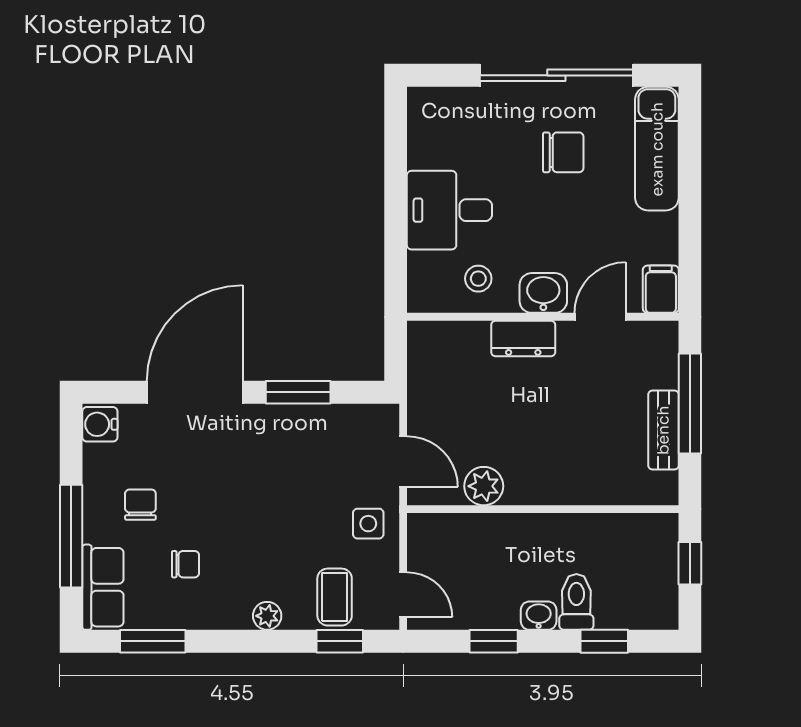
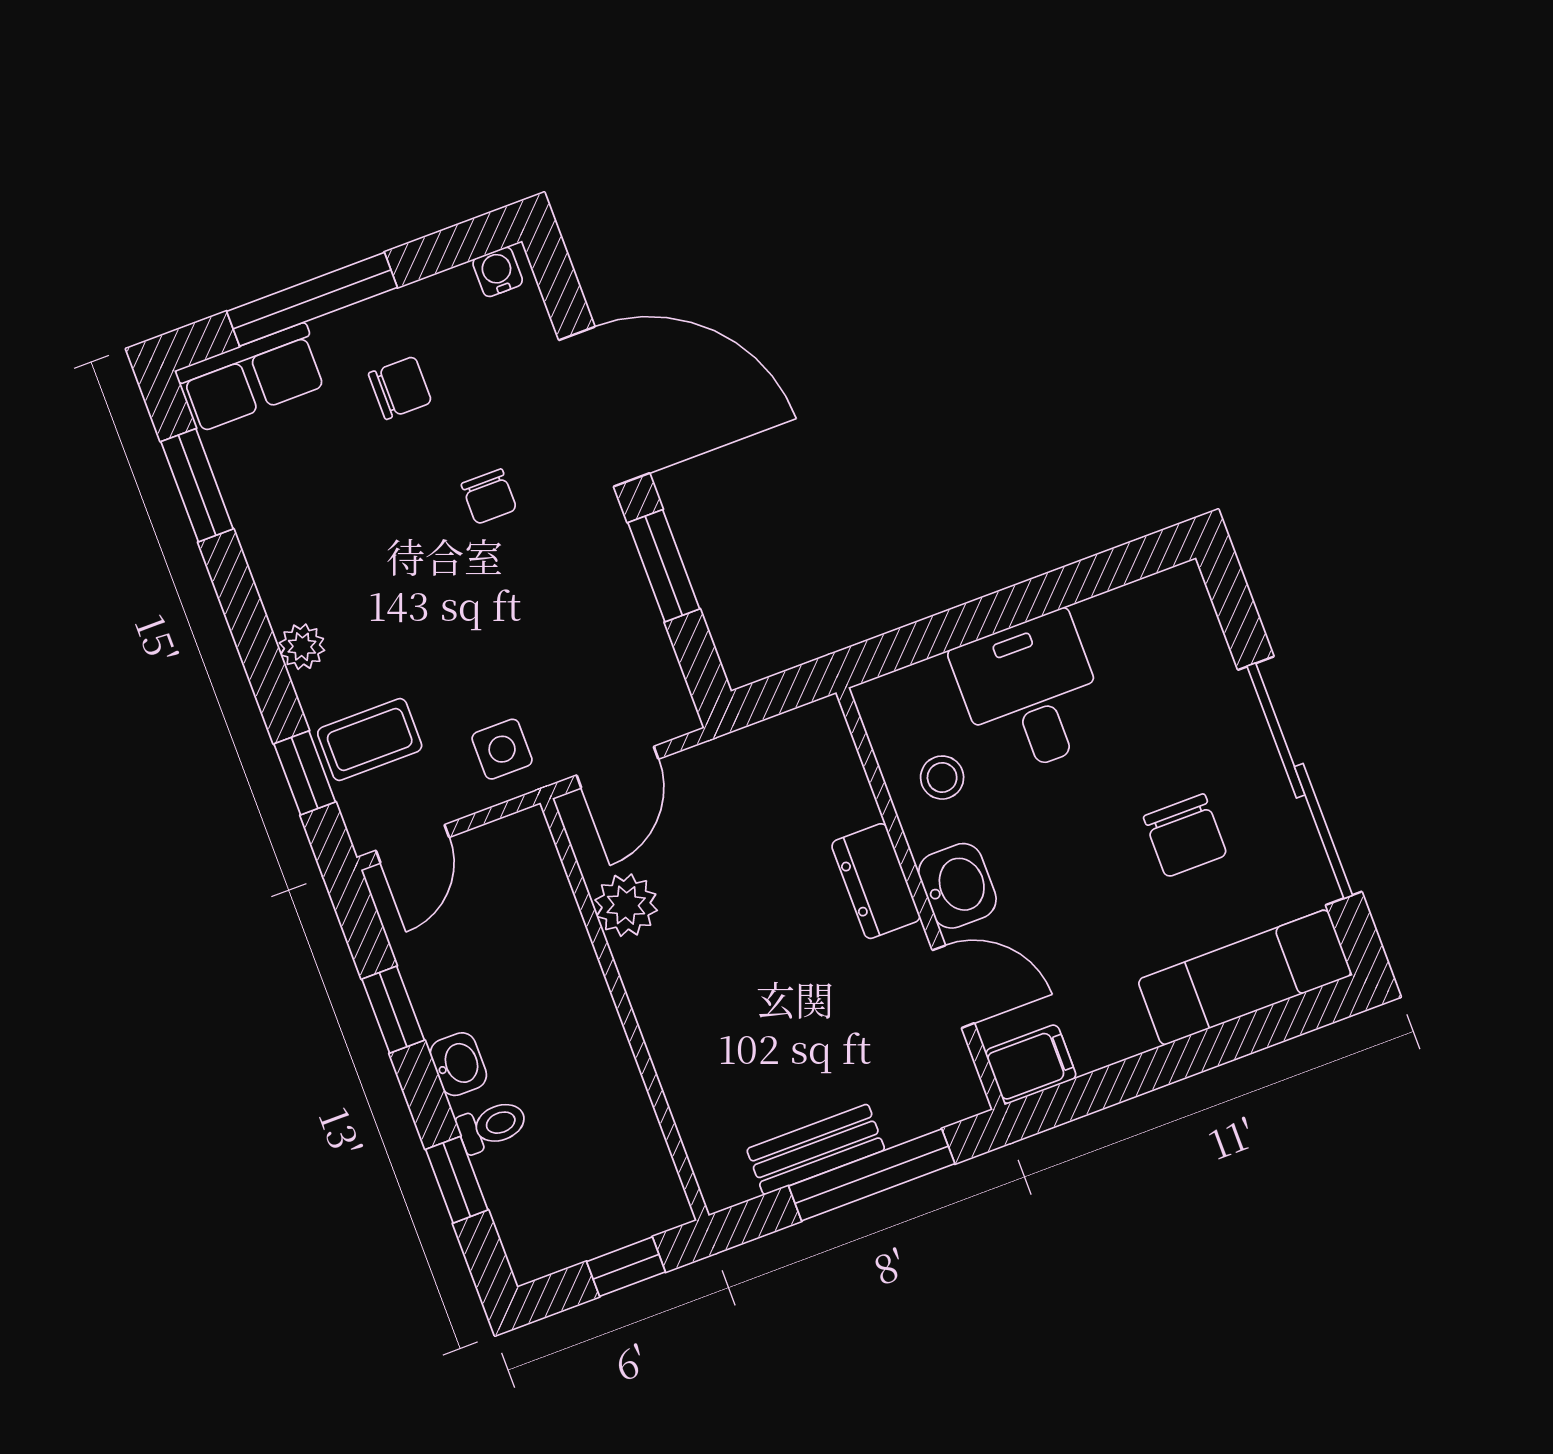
water cooler: (100, 424) -> (498, 272), width x0.72, depth x0.72
chair: (186, 564) -> (489, 497), moved
toilet: (576, 602) -> (492, 1126), width x0.73, depth x0.72

